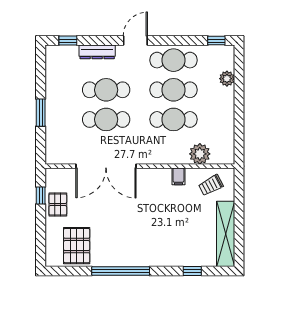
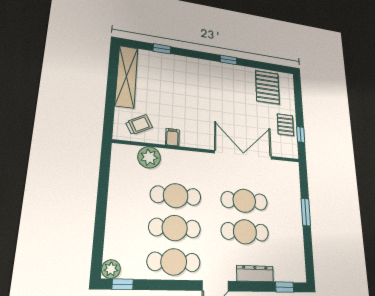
plant: (227, 79) -> (111, 269), moved
window: (121, 271) -> (229, 60), width x0.32

